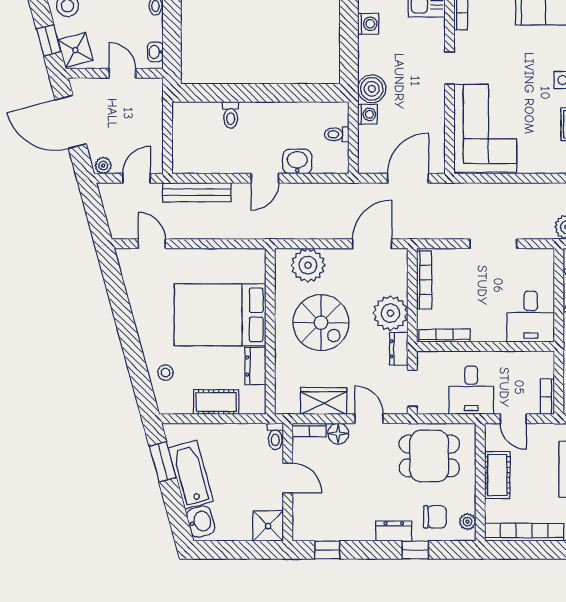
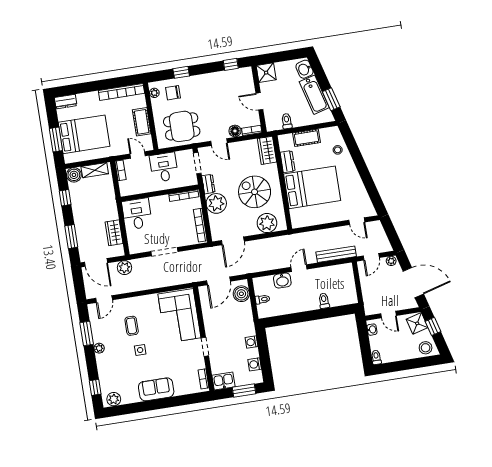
boiler: (372, 89) -> (241, 294), moved
washing machine: (367, 114) -> (251, 342), moved
wardrobe: (324, 401) -> (267, 150), moved, turned 90
toilet: (275, 436) -> (287, 121), moved
dresser: (394, 531) -> (195, 81), removed

